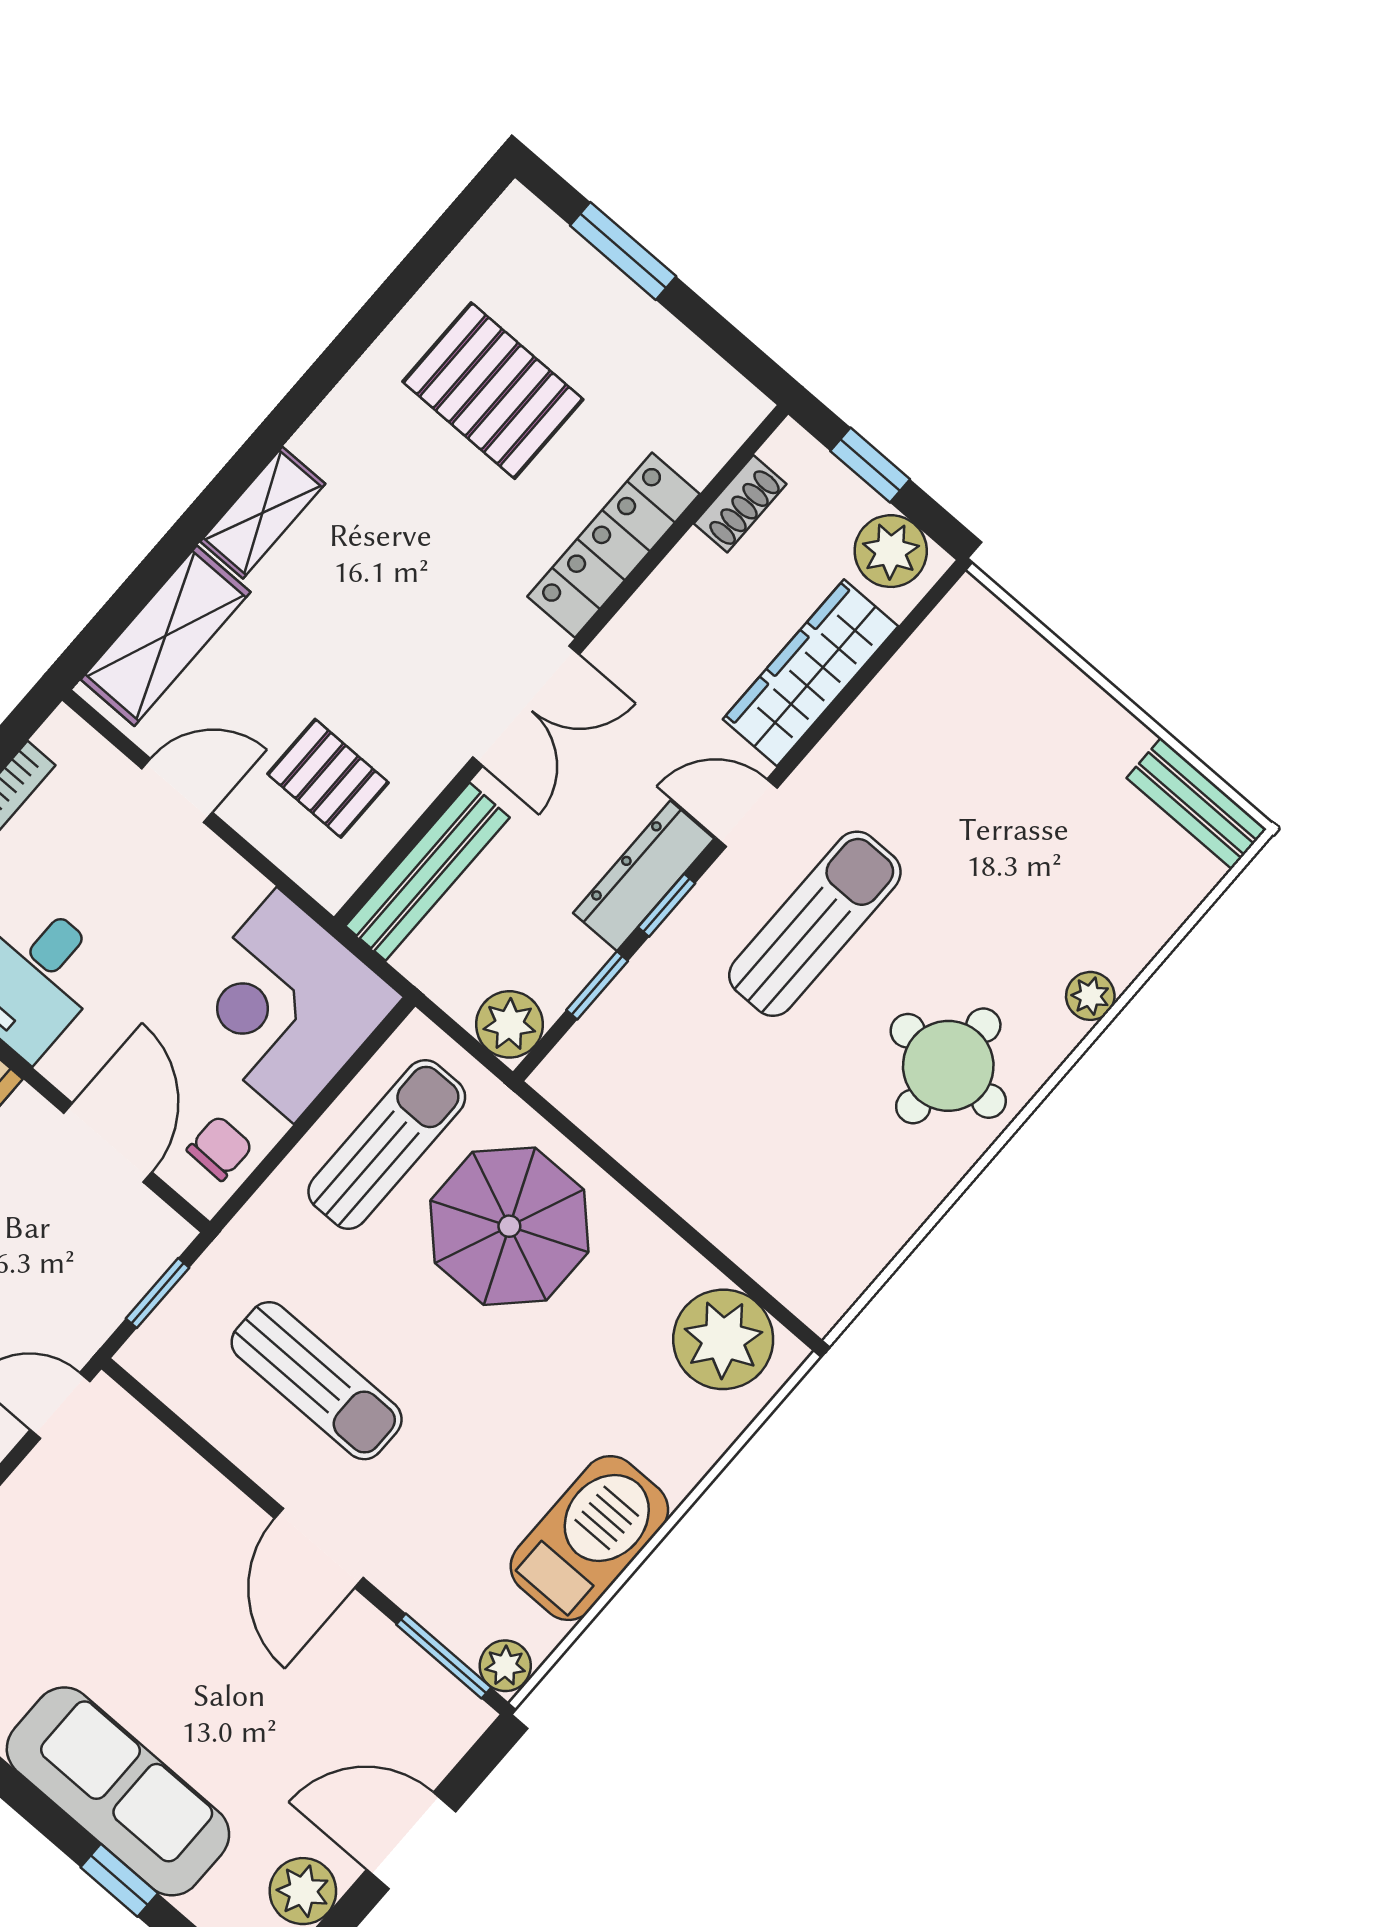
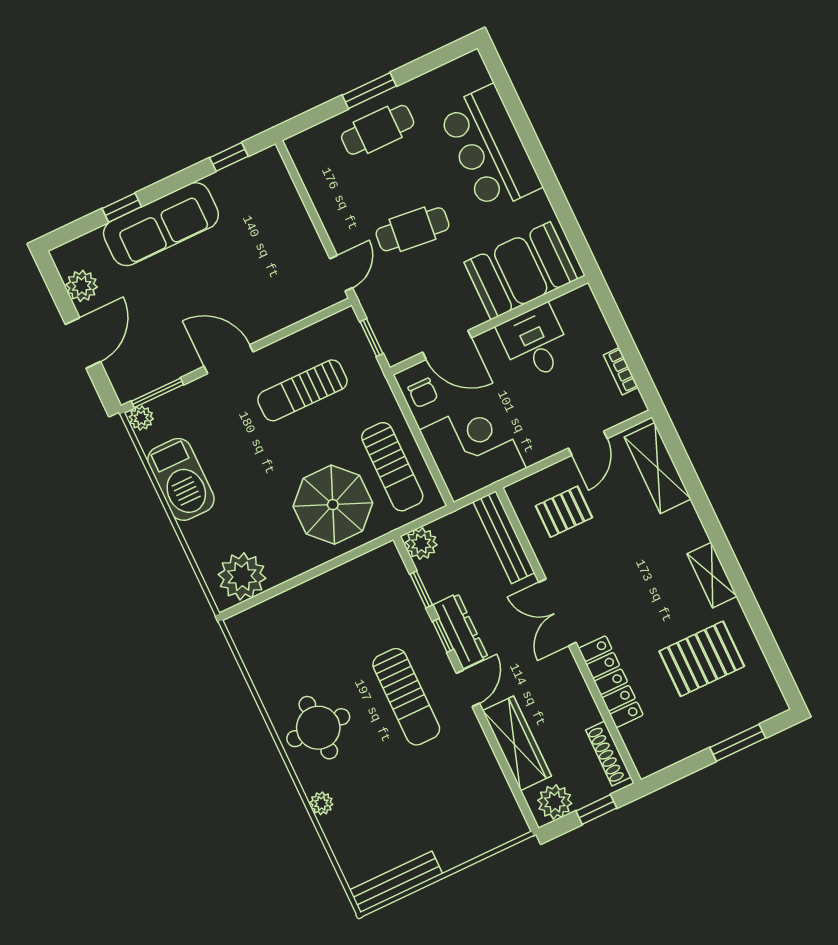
shoe rack: (740, 504) -> (608, 754), width x1.43
shelving: (263, 513) -> (712, 575), moved
bench: (1196, 804) -> (396, 882), width x1.36

